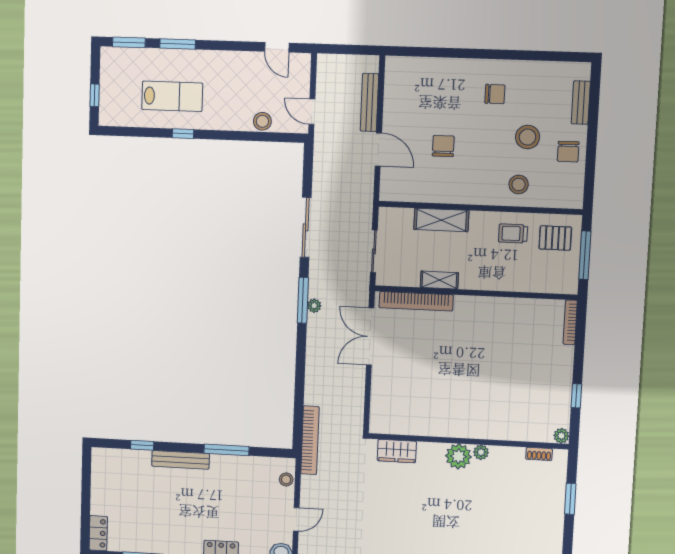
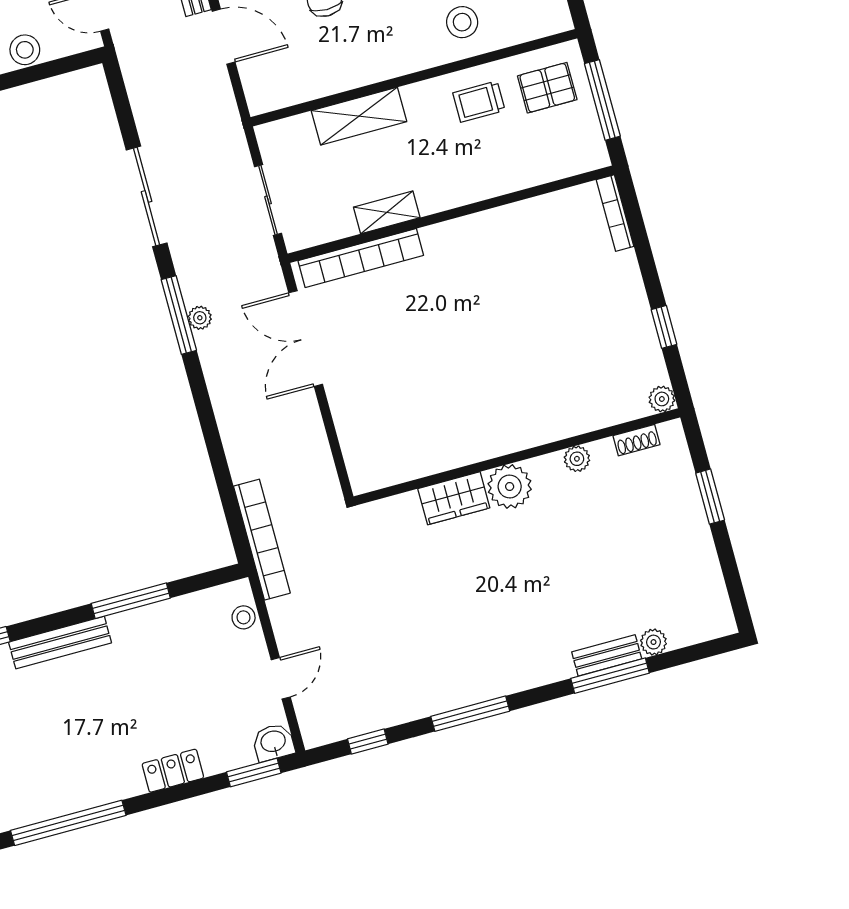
wardrobe: (397, 451) -> (454, 498), moved
plant: (481, 452) -> (577, 459), moved

